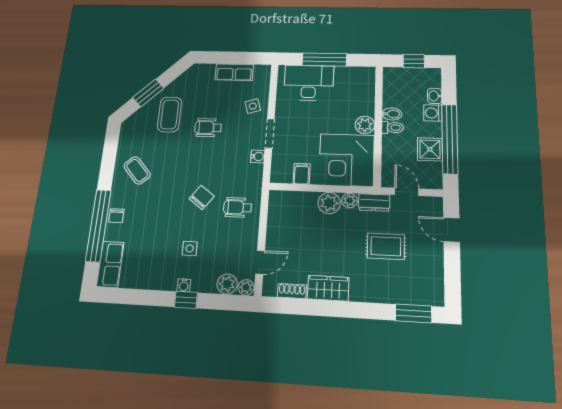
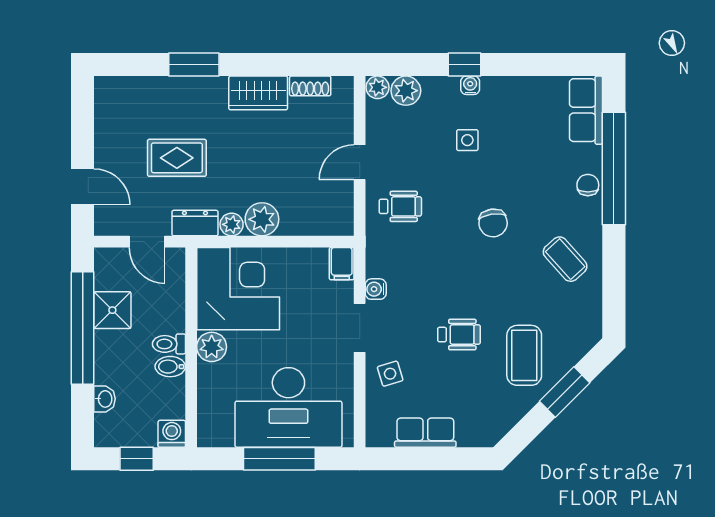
desk: (309, 83) -> (288, 407), width x1.36, depth x1.30
washing machine: (433, 113) -> (172, 434), moved, turned -90
filing cabinet: (302, 174) -> (342, 264), moved
chair: (202, 197) -> (493, 223), moved, turned -45
door: (260, 262) -> (360, 162), moved
window: (414, 313) -> (194, 65), moved

